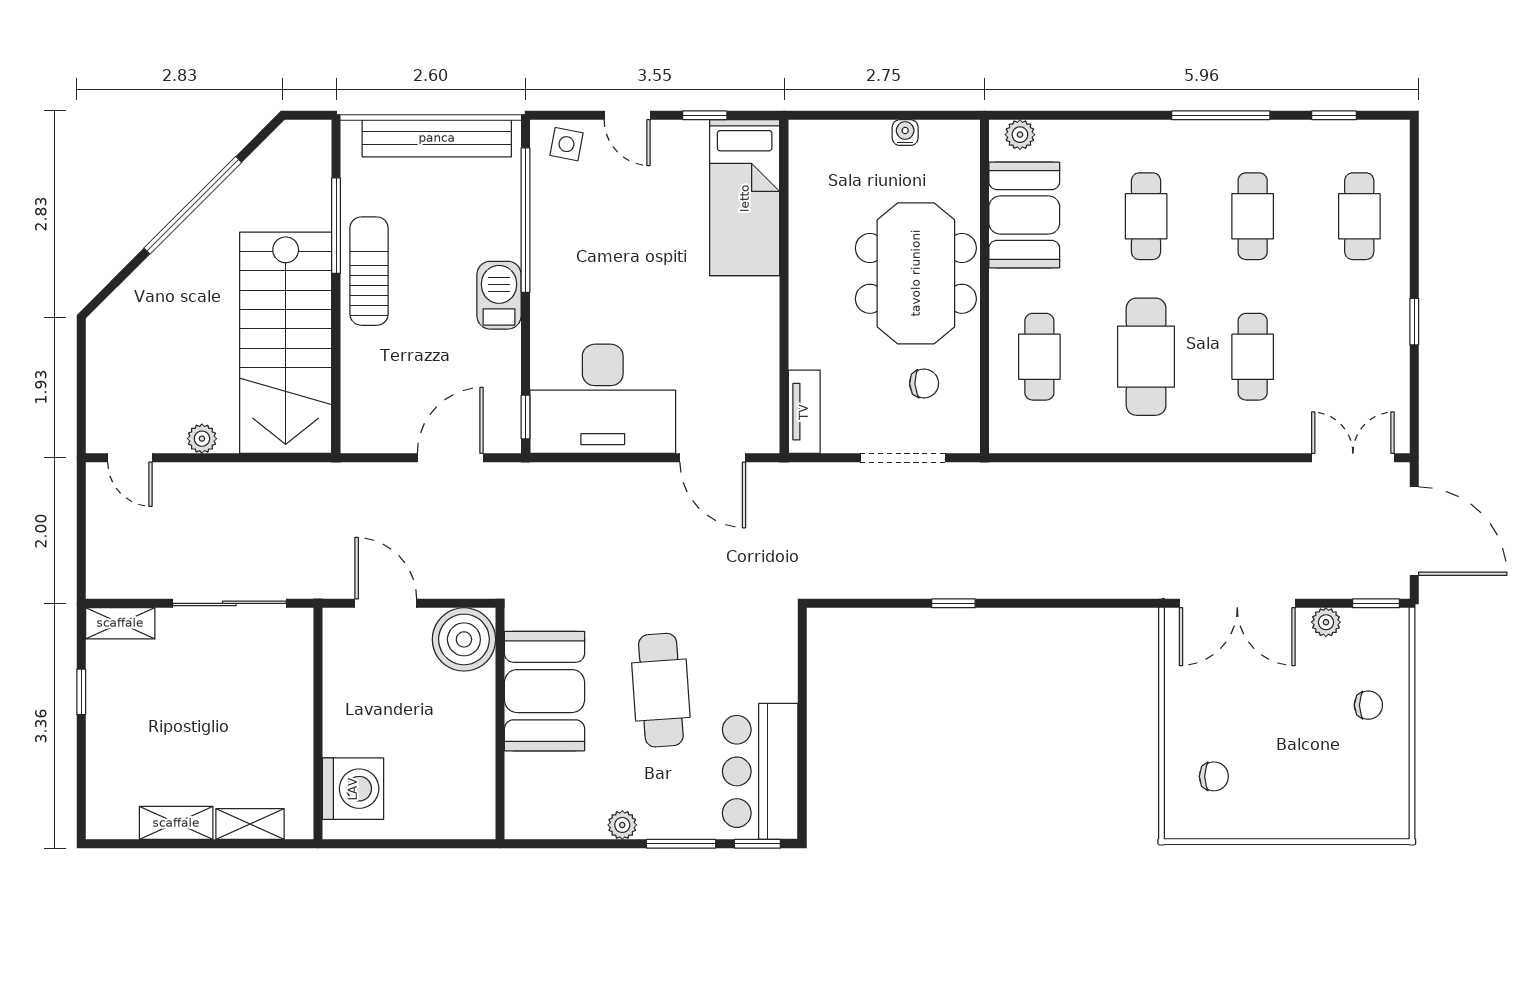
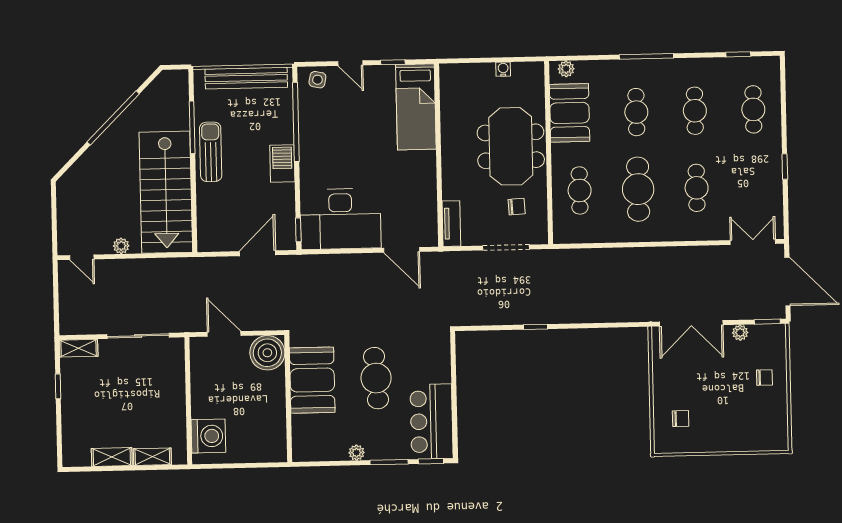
window: (1221, 115) -> (646, 56), moved

